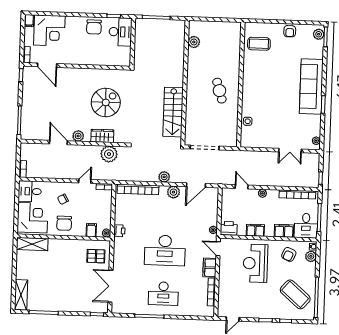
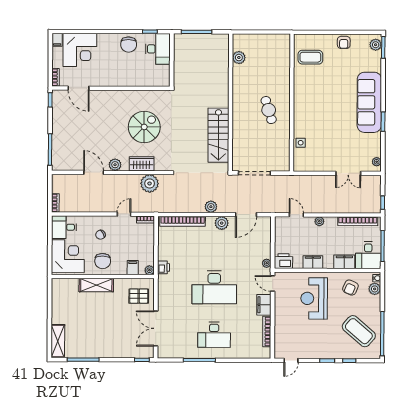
shelving: (32, 244) -> (96, 285), moved

